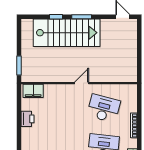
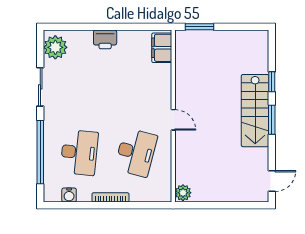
stairs: (67, 33) -> (255, 111), width x0.73, depth x0.66
plant: (131, 77) -> (183, 193), added
printer: (27, 119) -> (105, 39), moved

